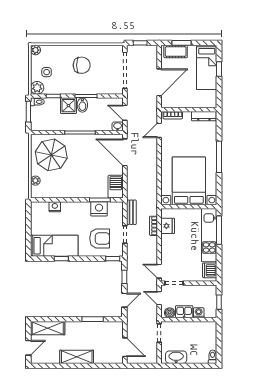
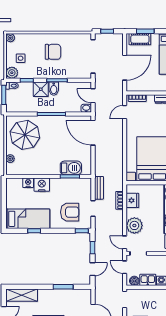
barbecue: (116, 187) -> (71, 168), moved, turned 90
nightstand: (99, 209) -> (42, 185), moved
plant: (170, 253) -> (134, 225), added

